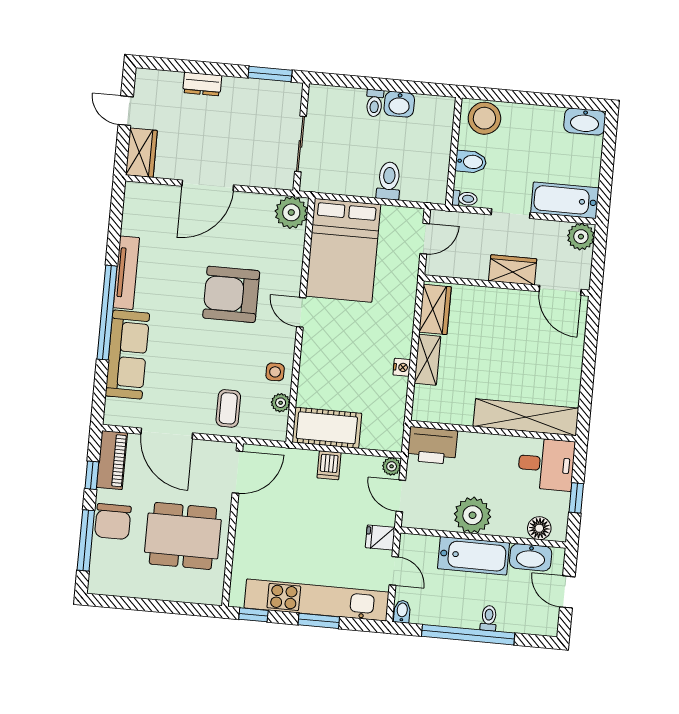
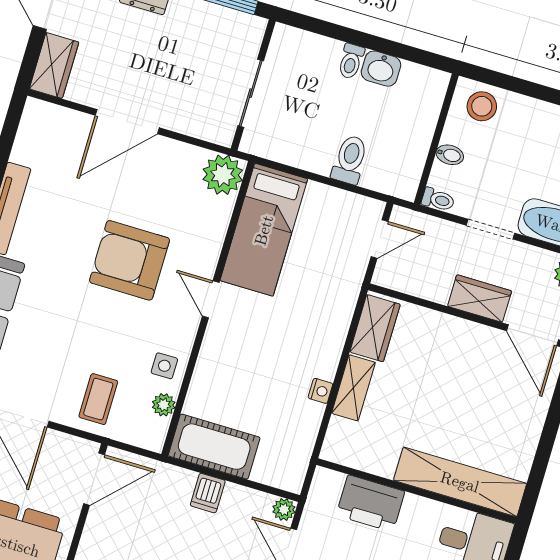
stool: (484, 118) -> (482, 106), width x0.73, depth x0.73
bidet: (471, 162) -> (450, 155), width x0.72, depth x0.74
bed: (343, 250) -> (264, 230), width x0.67
printer: (432, 446) -> (370, 503), moved

